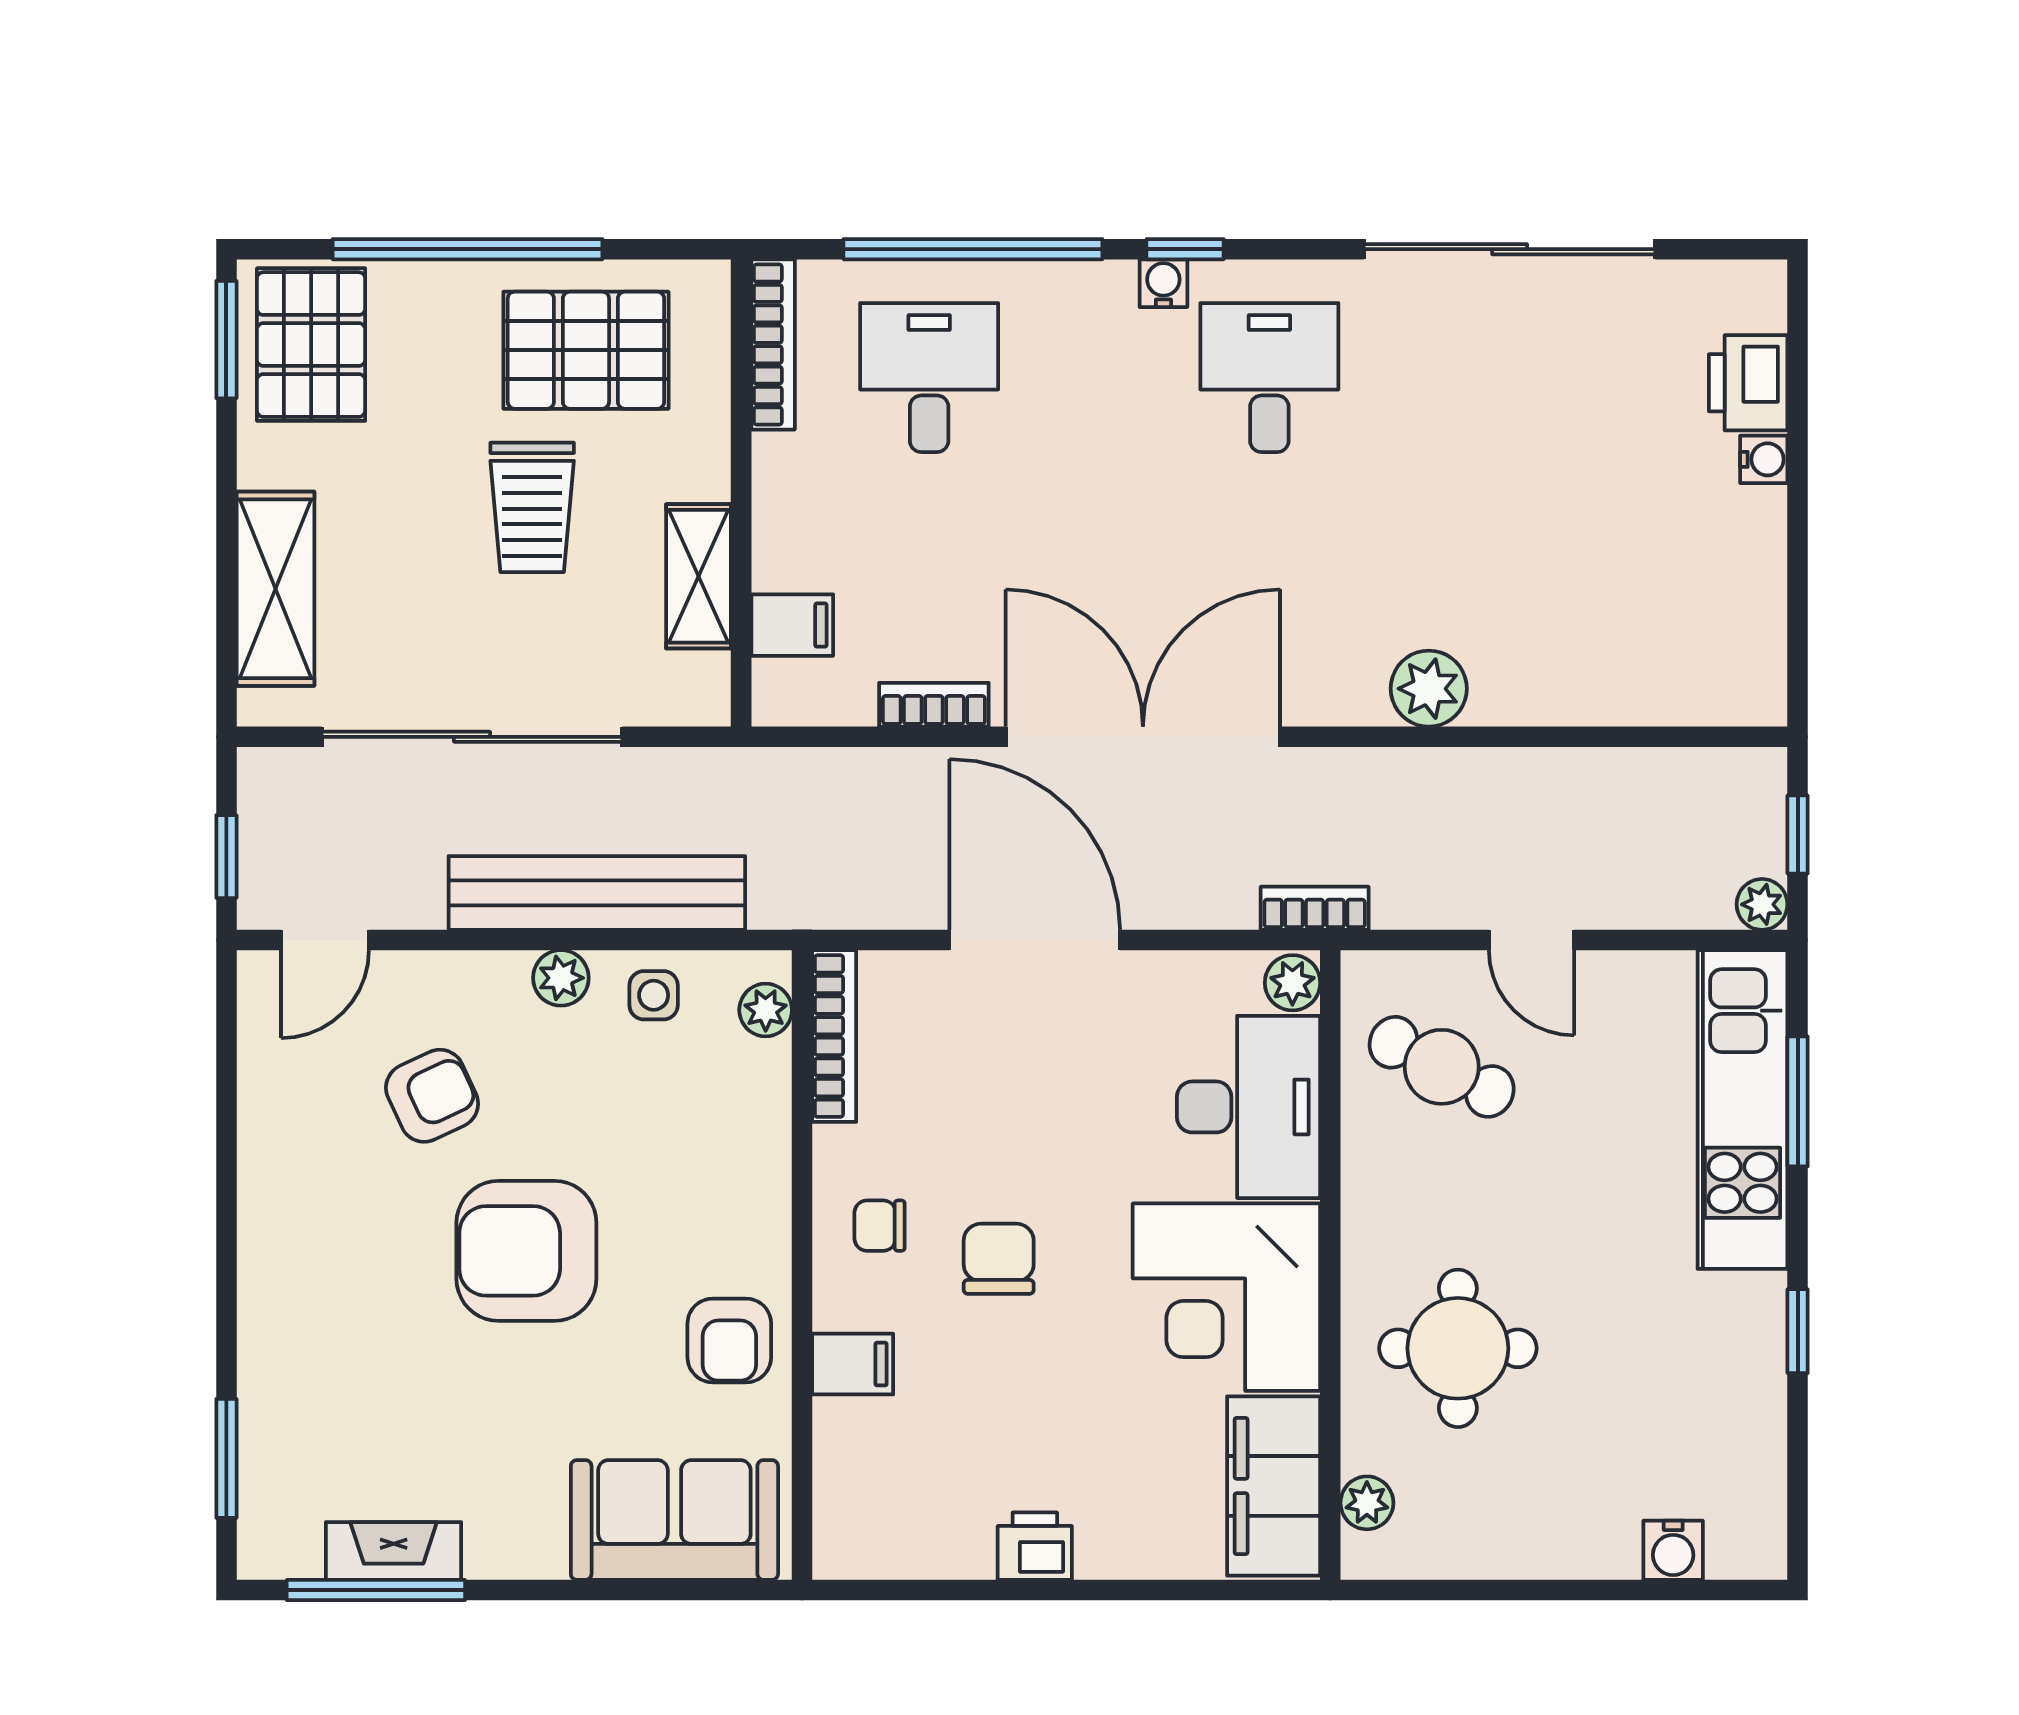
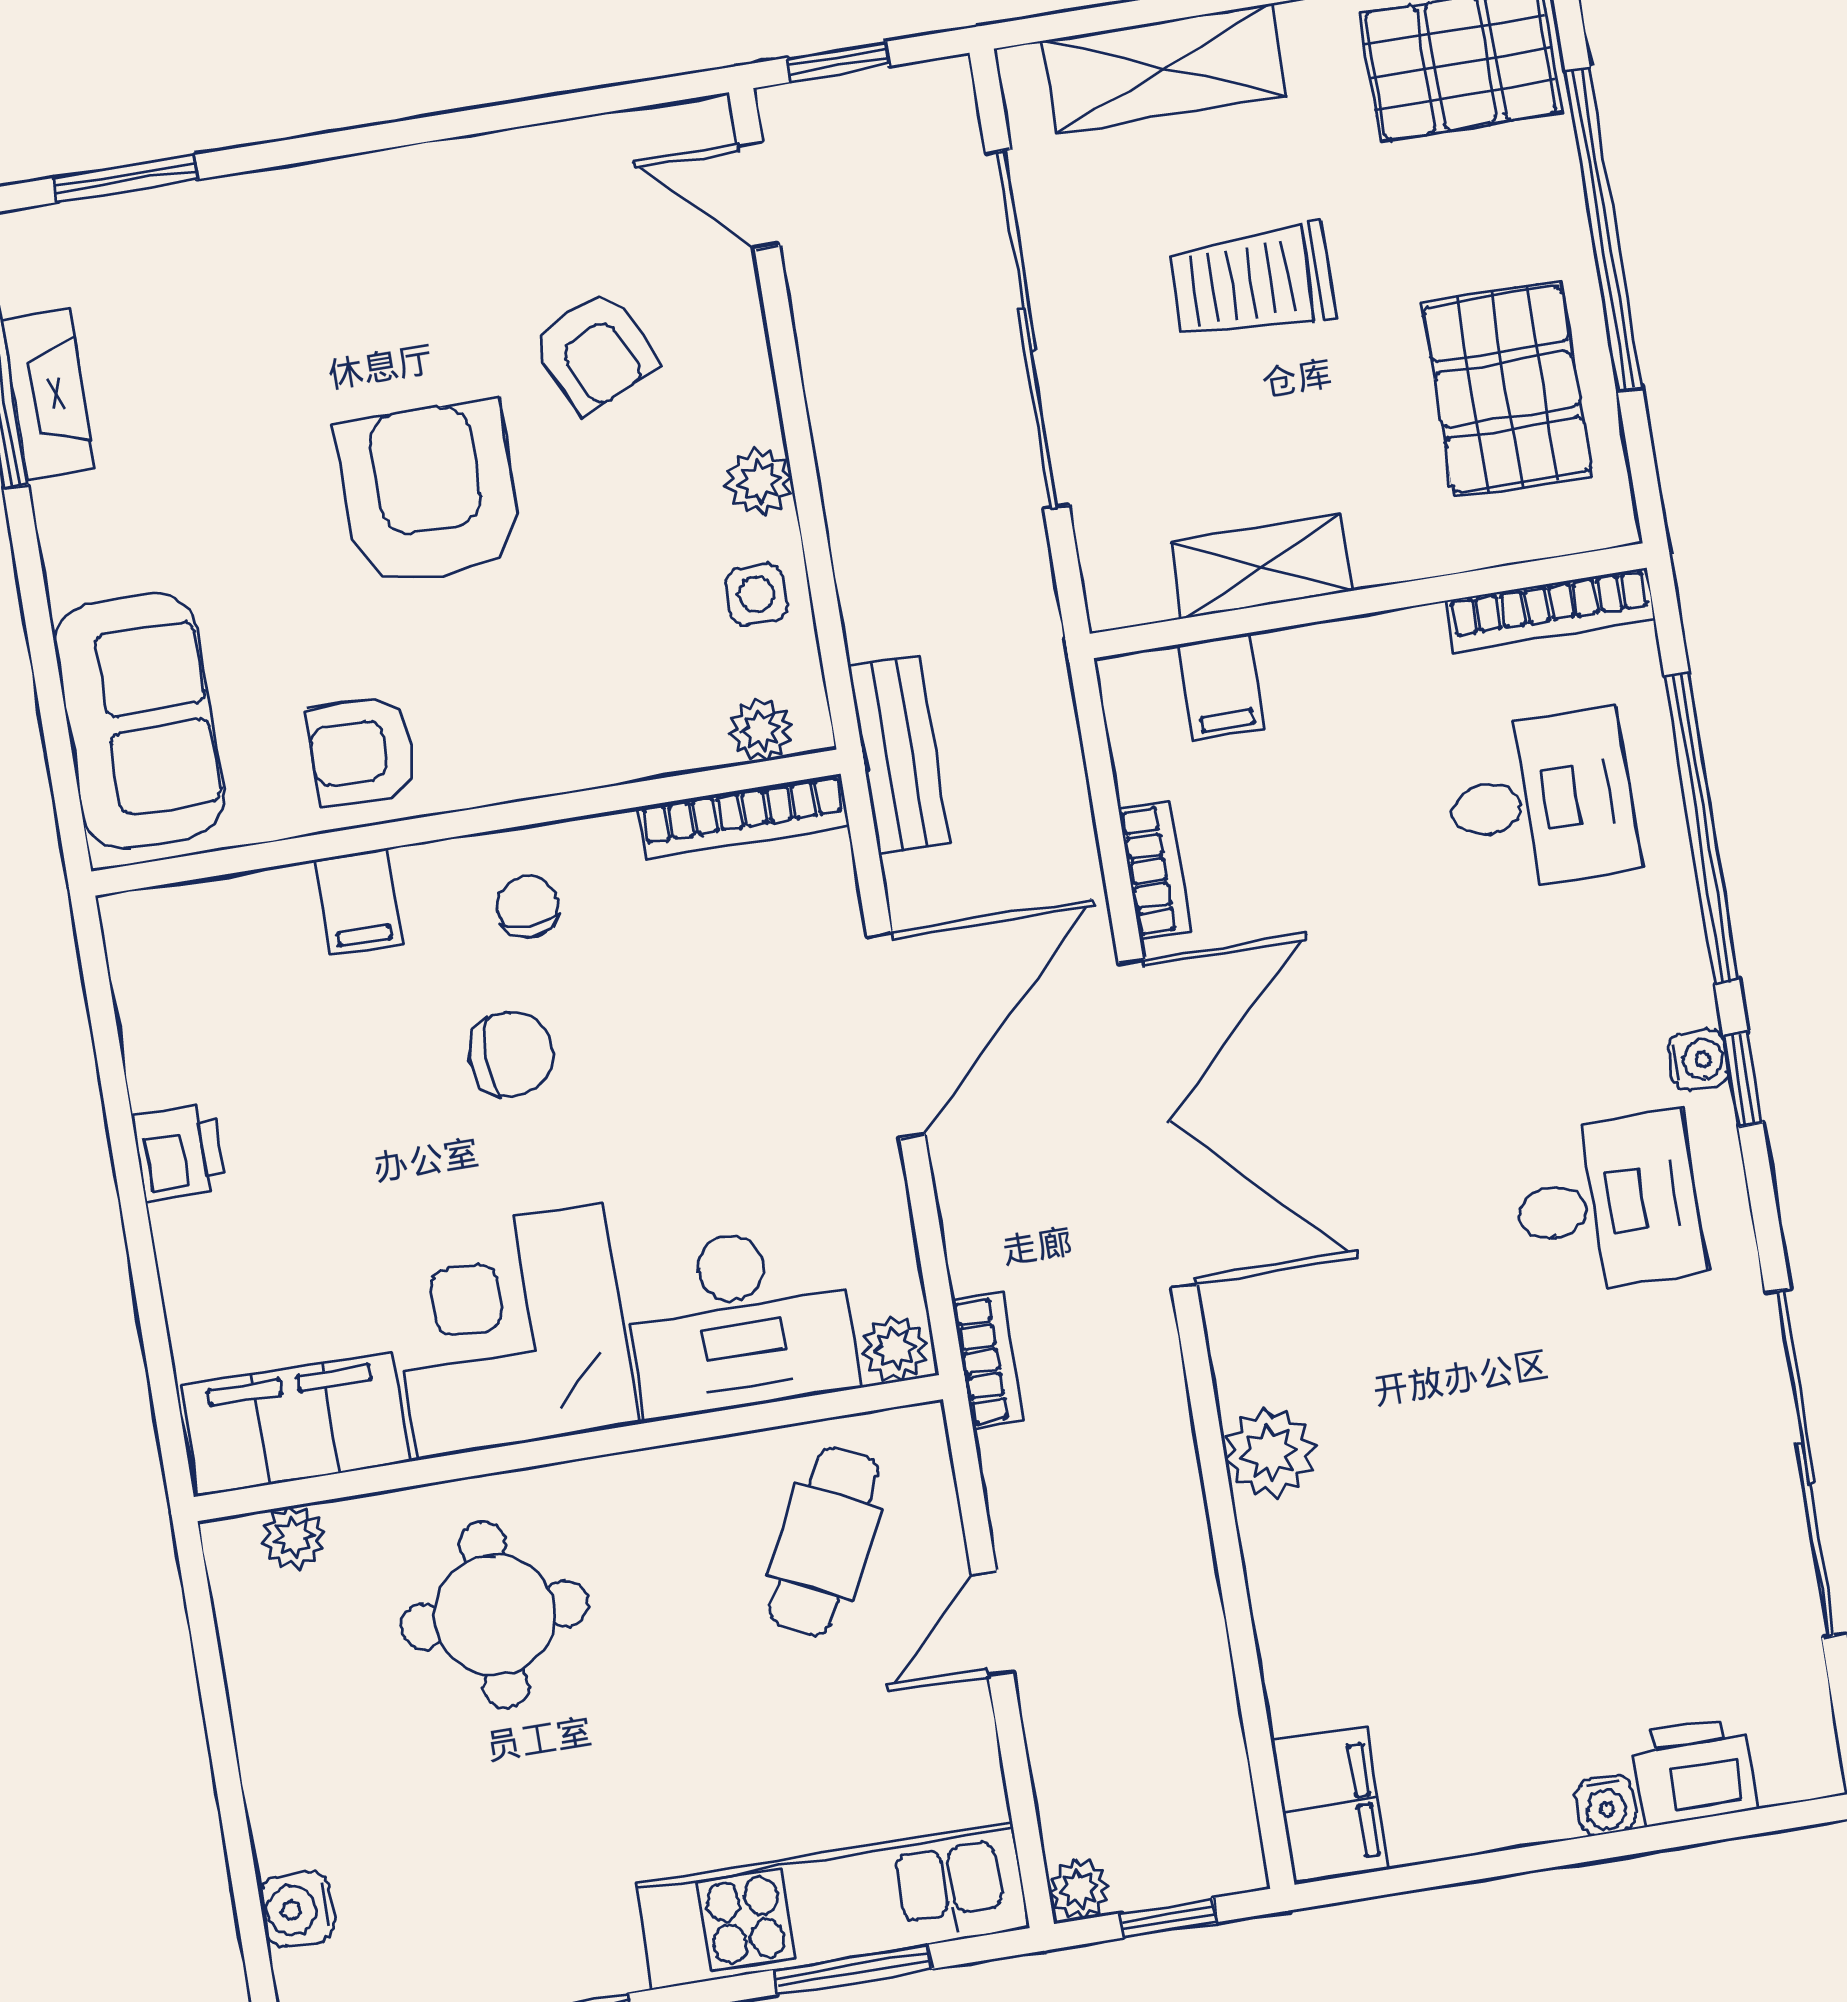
trolley: (532, 507) -> (1252, 281), moved
filing cabinet: (1727, 686) -> (1330, 1806), added
bench: (597, 893) -> (899, 755), moved, width x0.54, depth x0.82

